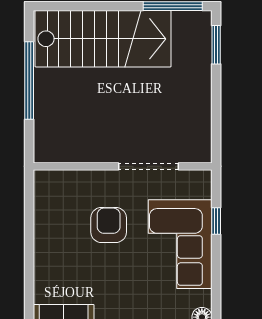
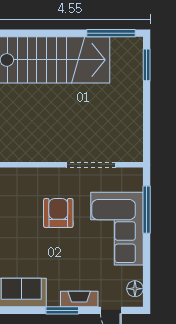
window: (216, 221) -> (147, 210), width x2.17

